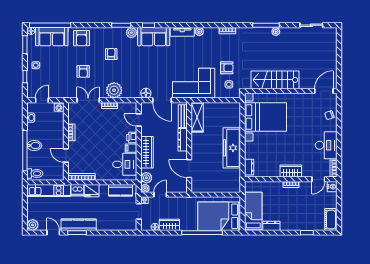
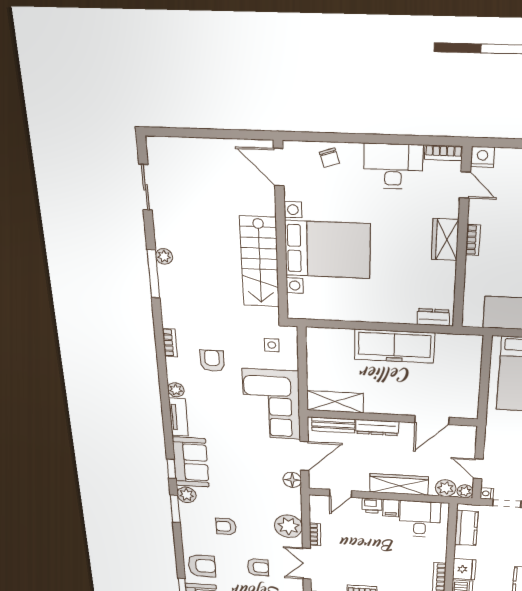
armchair: (227, 68) -> (212, 361), moved
bed with nightstands: (265, 117) -> (328, 250), moved, turned 90

